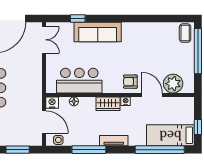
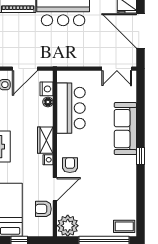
window: (78, 18) -> (141, 156), moved
plant: (173, 84) -> (68, 226), moved
nightstand: (52, 103) -> (46, 89), moved
armchair: (170, 105) -> (43, 209), added

